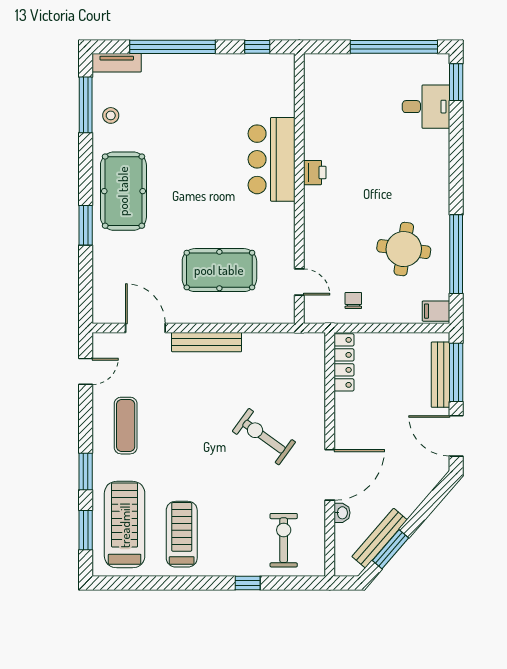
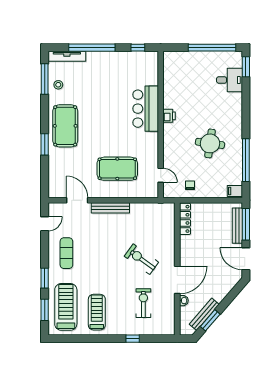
tv unit: (117, 63) -> (67, 56), width x1.41
round table: (404, 249) -> (210, 143), moved
exercise bike: (284, 540) -> (143, 303), moved

